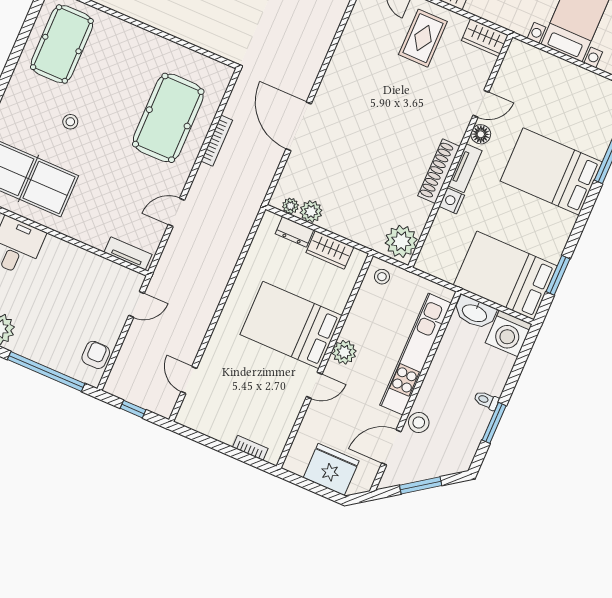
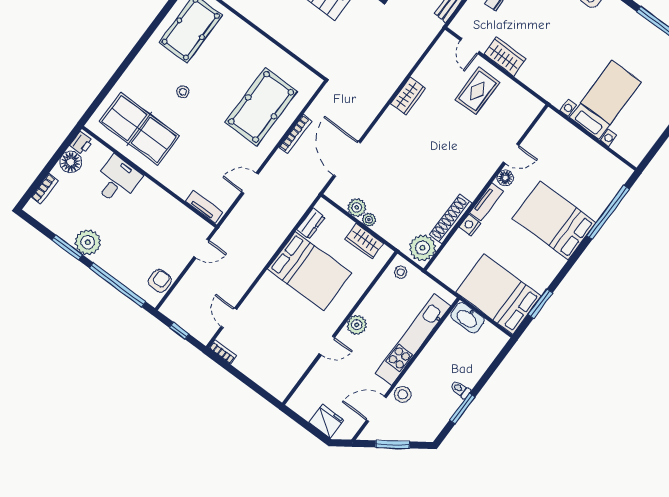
wardrobe: (485, 38) -> (408, 96), moved, turned -90
door: (299, 126) -> (347, 159), moved
shoe rack: (439, 171) -> (451, 219), moved
plant: (290, 206) -> (369, 220), moved
dresser: (294, 232) -> (311, 224), moved, turned -90
bed: (291, 325) -> (310, 271), moved, turned 180
washing machine: (509, 333) -> (490, 341), removed
bookcase: (250, 448) -> (223, 352), moved
fridge: (331, 469) -> (326, 421), width x0.73, depth x0.75

